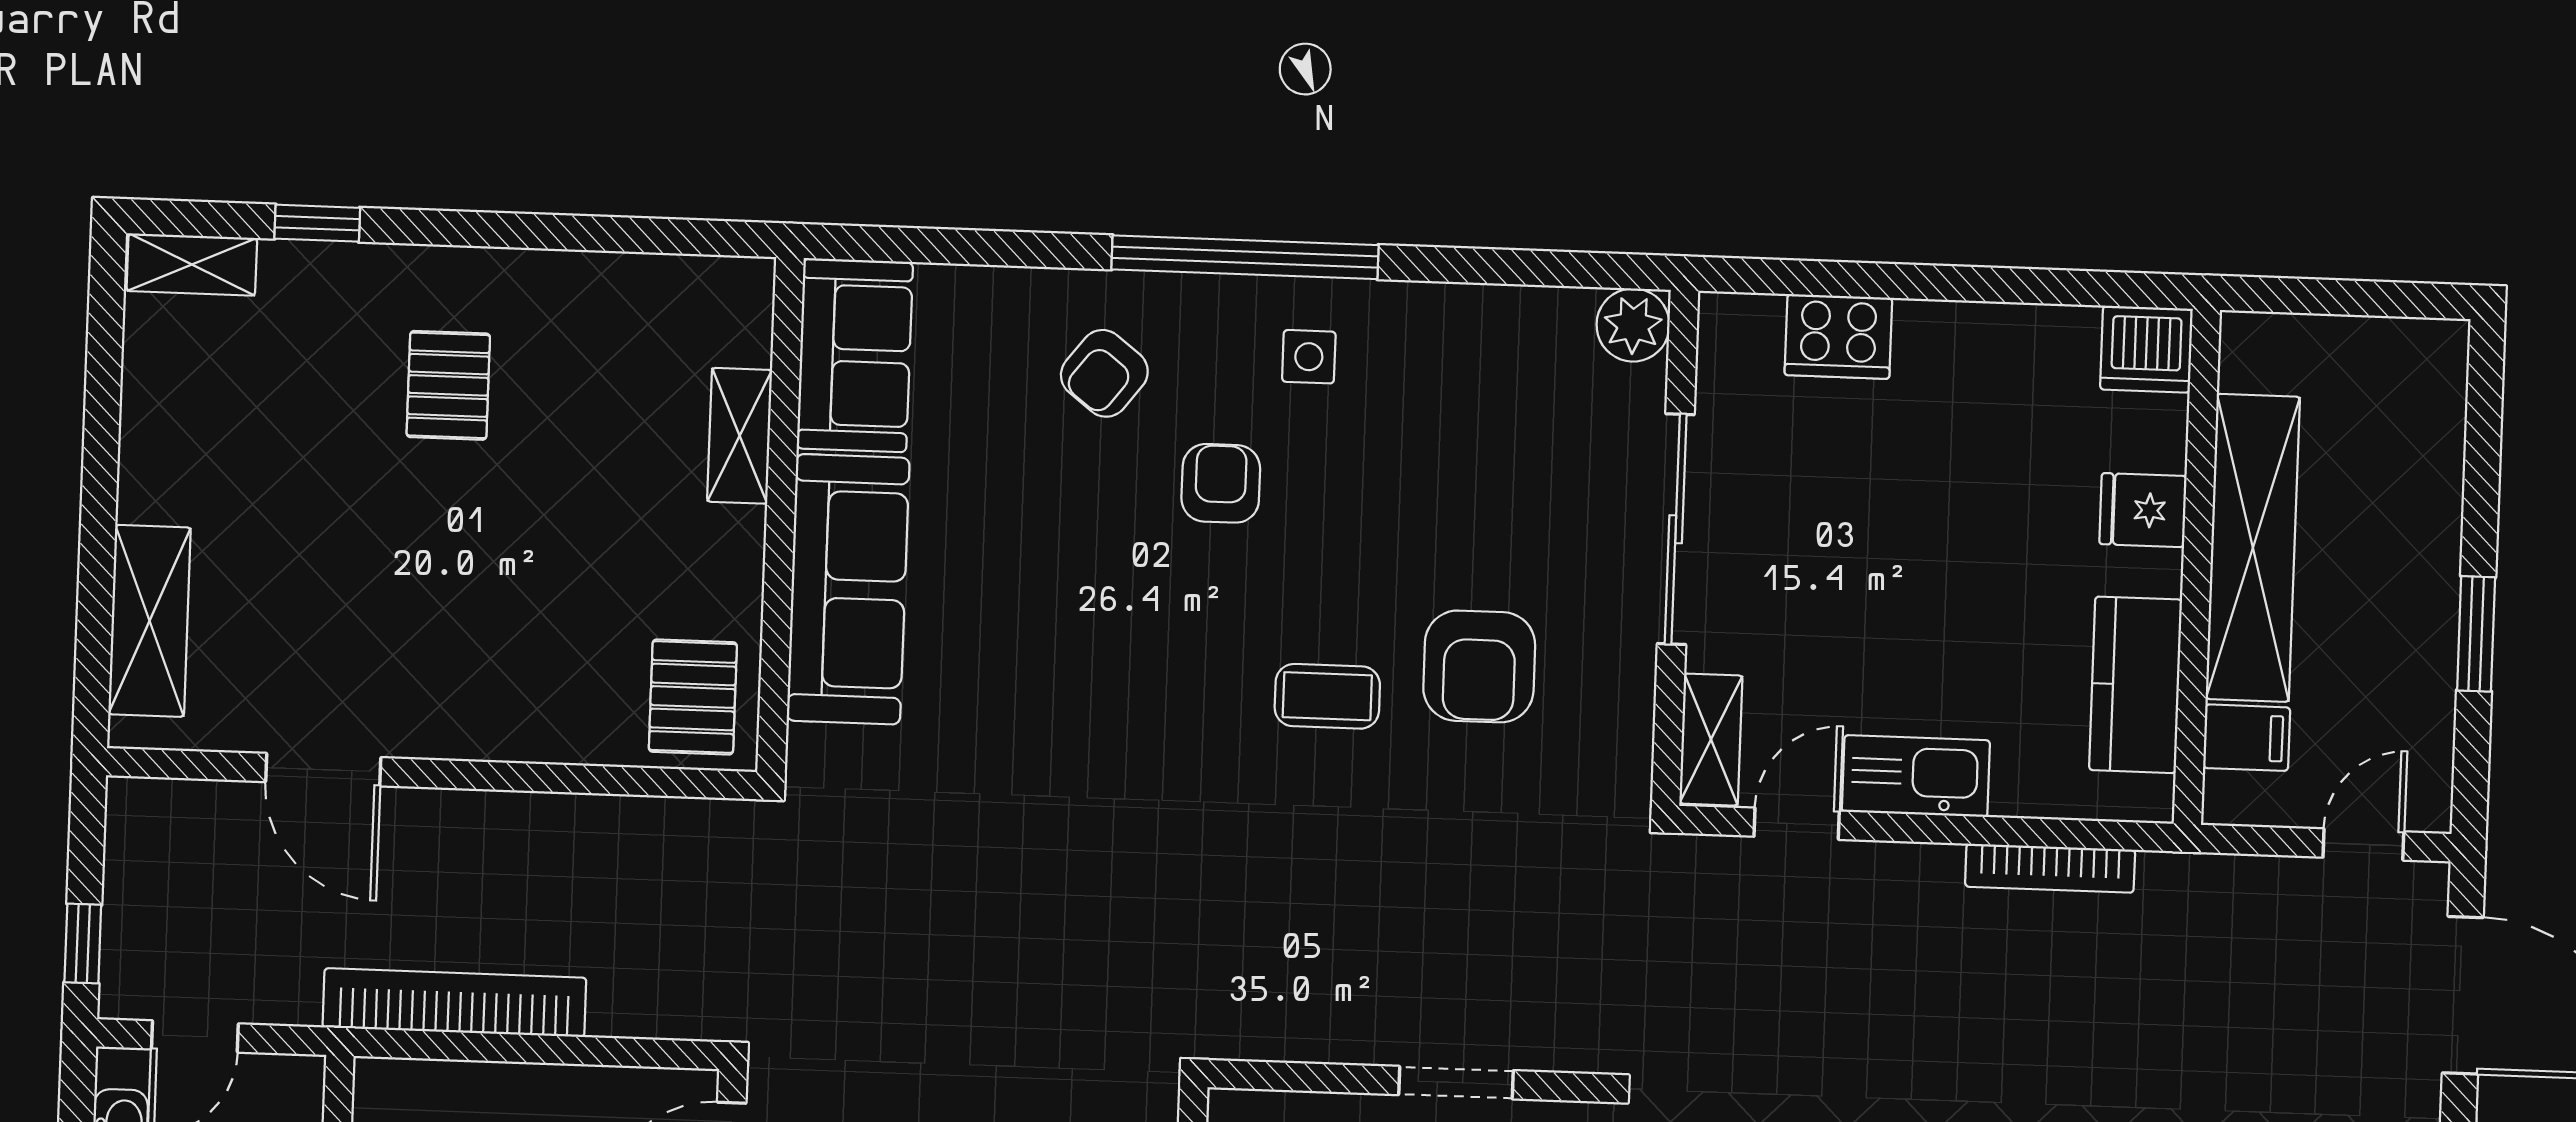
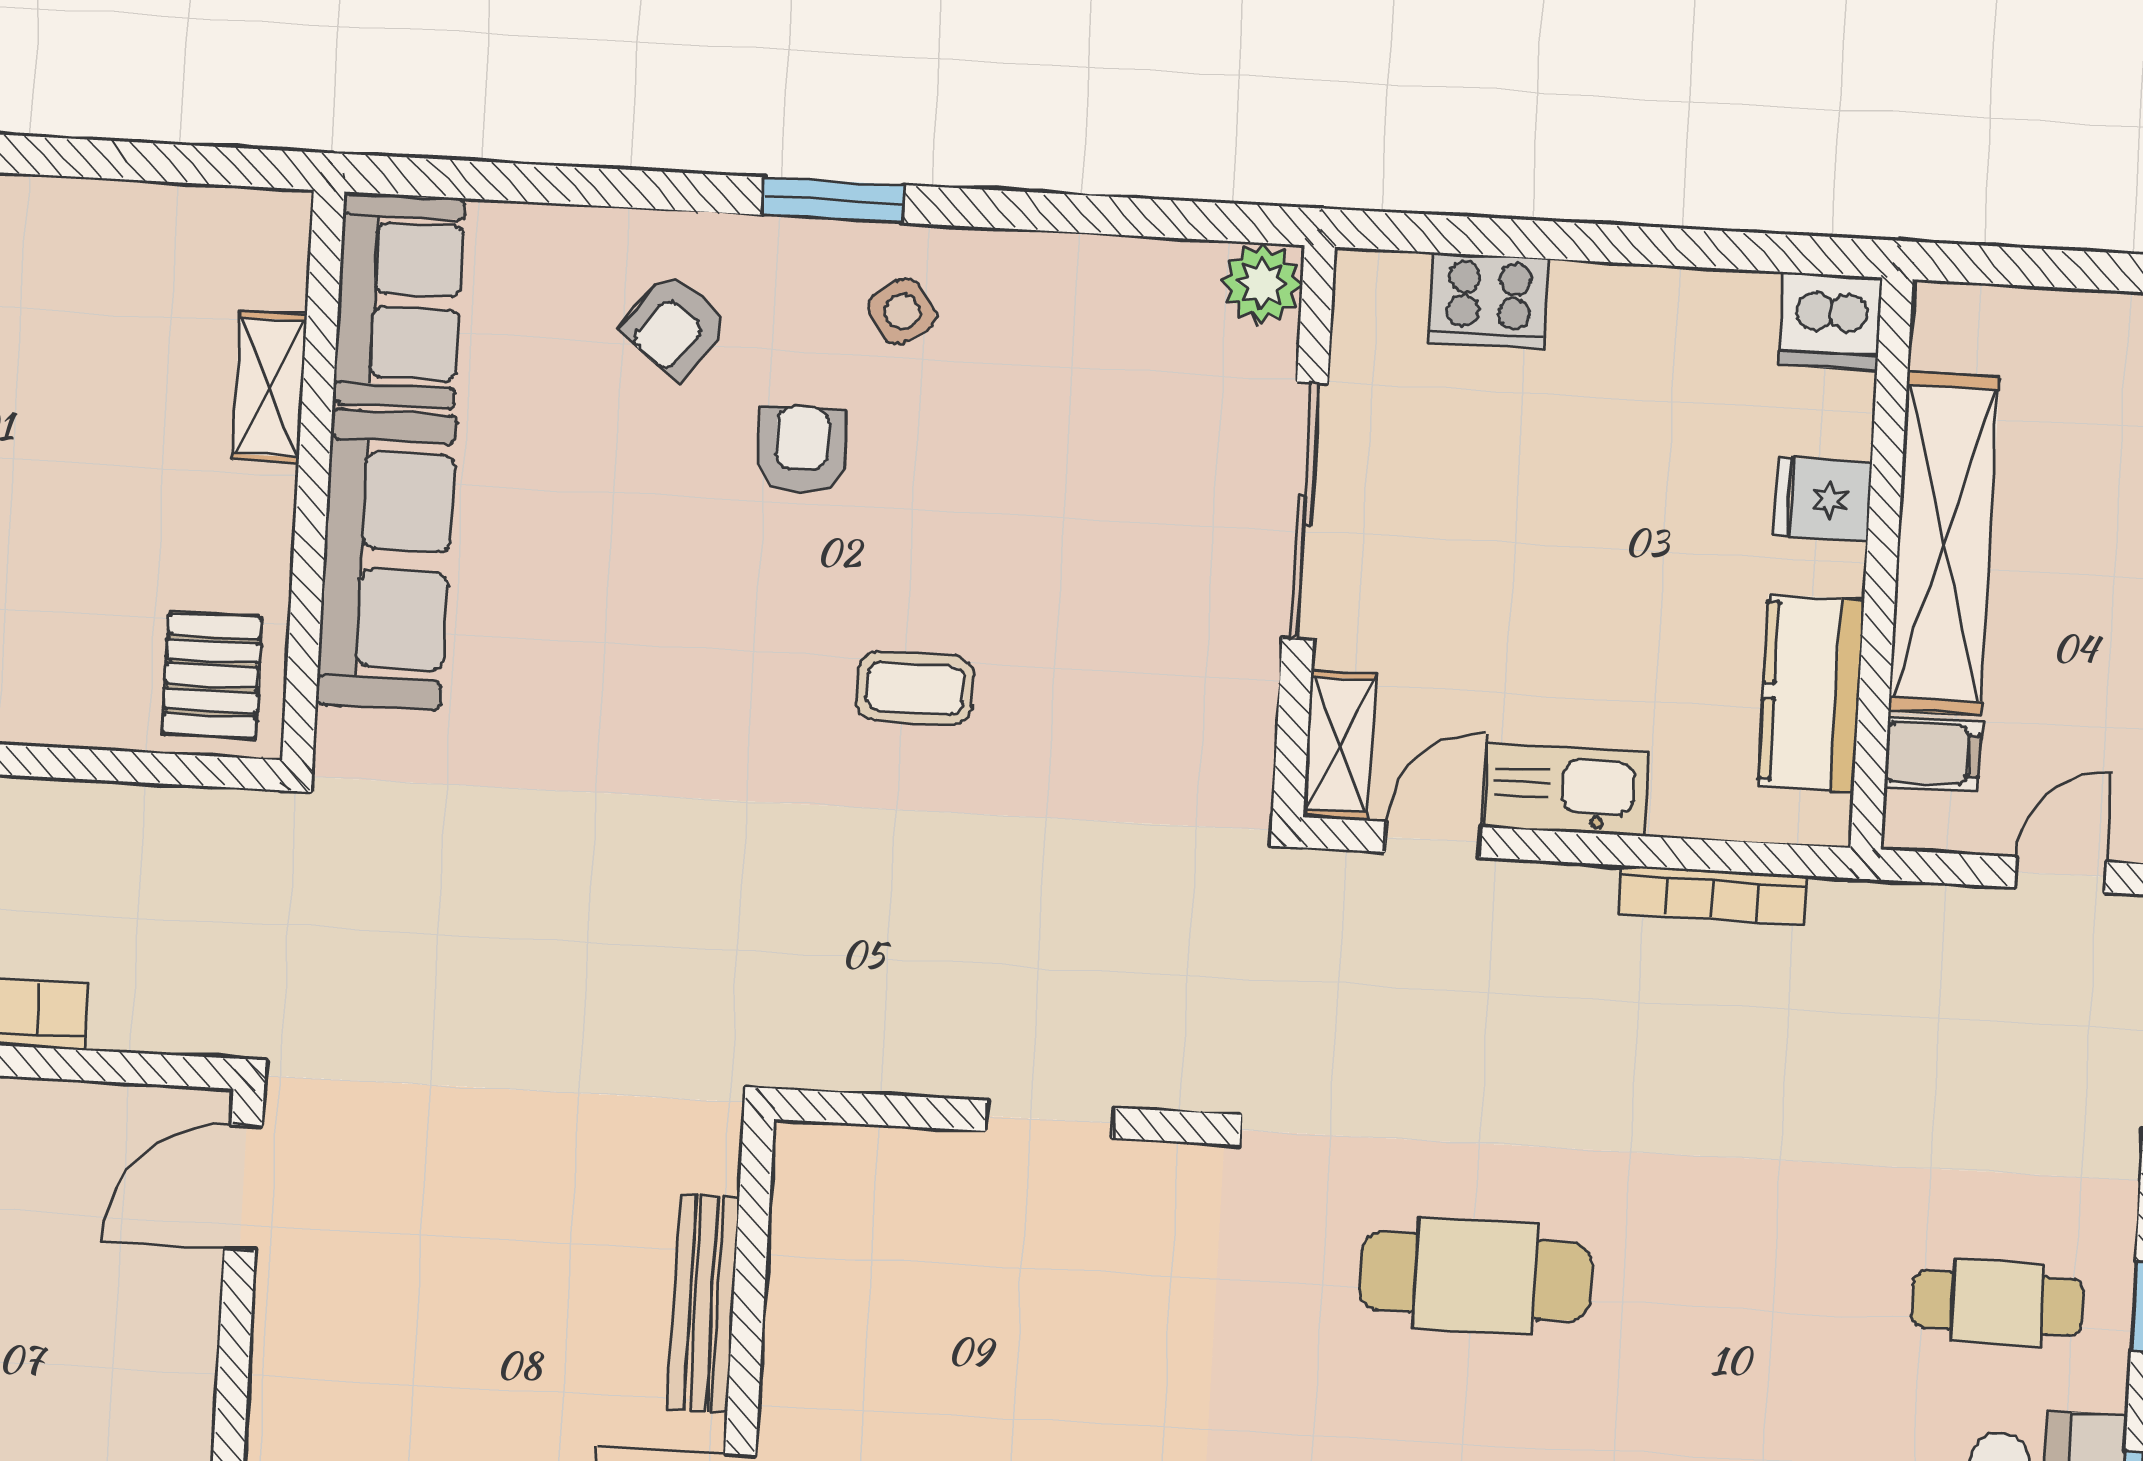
window: (1245, 257) -> (833, 200), width x0.47
side table: (1309, 357) -> (902, 312), turned -37
armchair: (1479, 666) -> (1084, 659), removed

